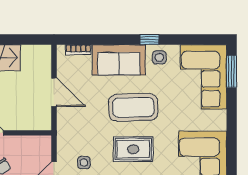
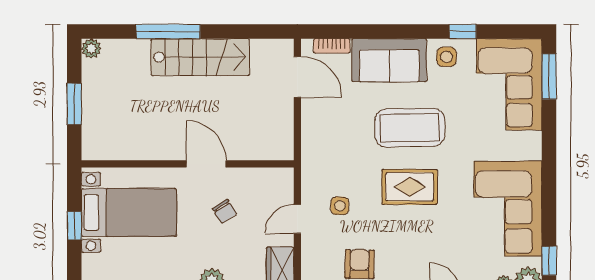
window: (149, 40) -> (463, 31), moved
door: (54, 92) -> (297, 77), moved

